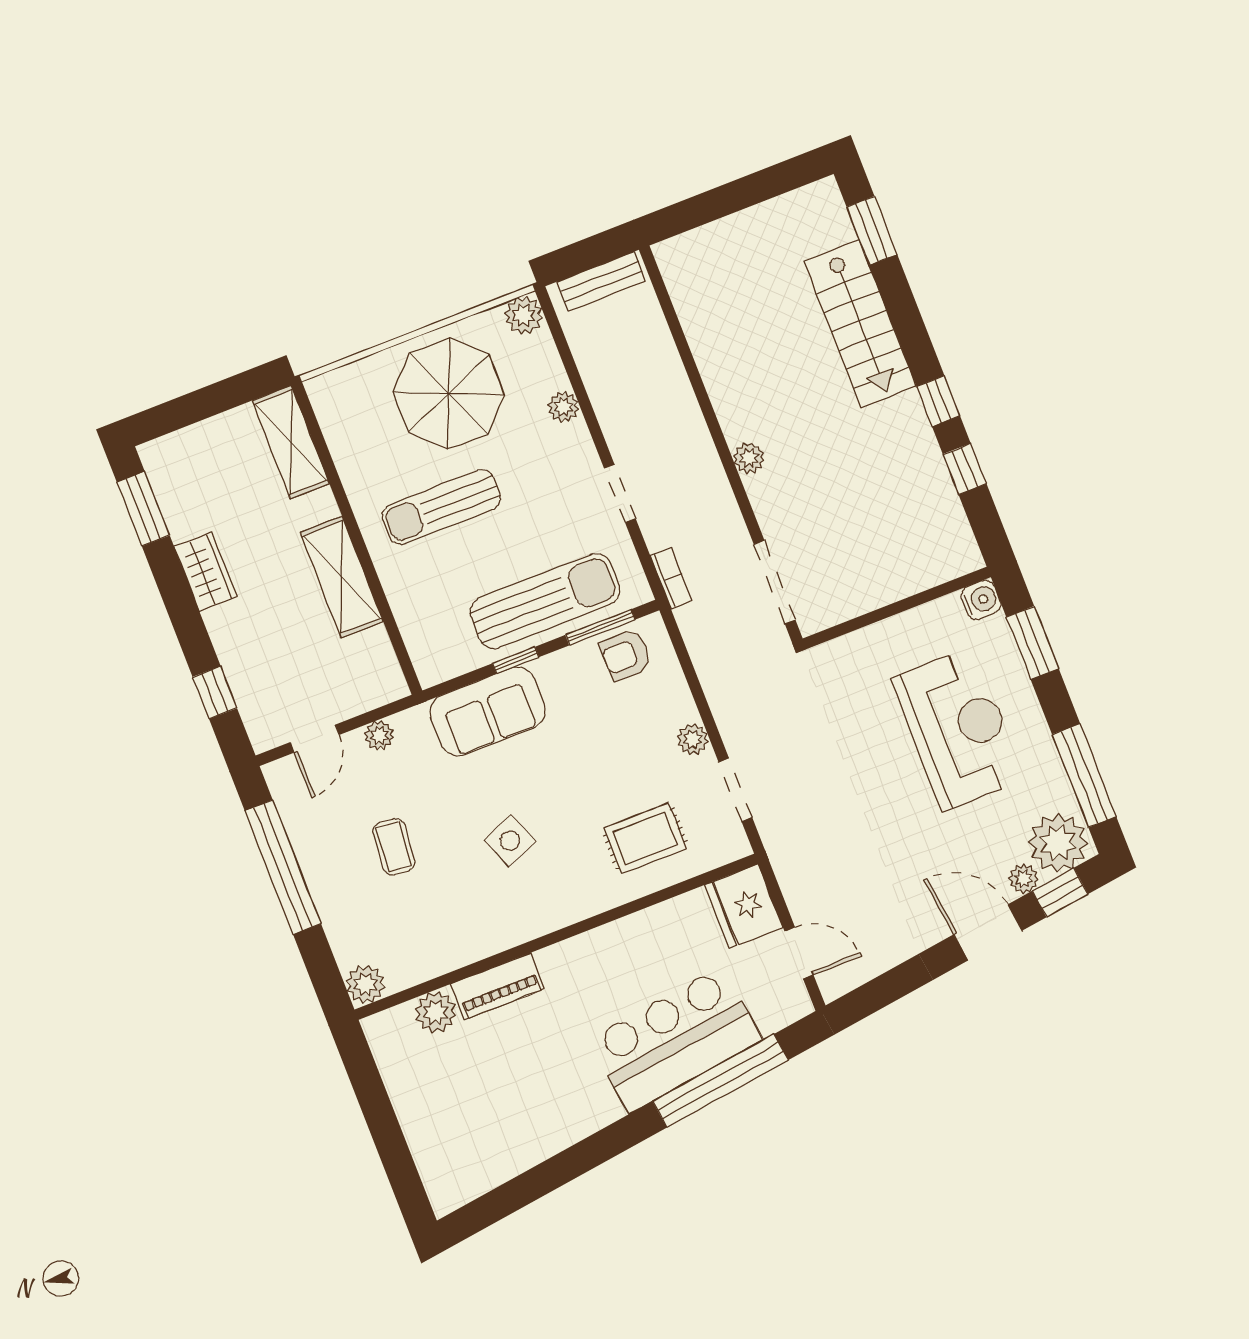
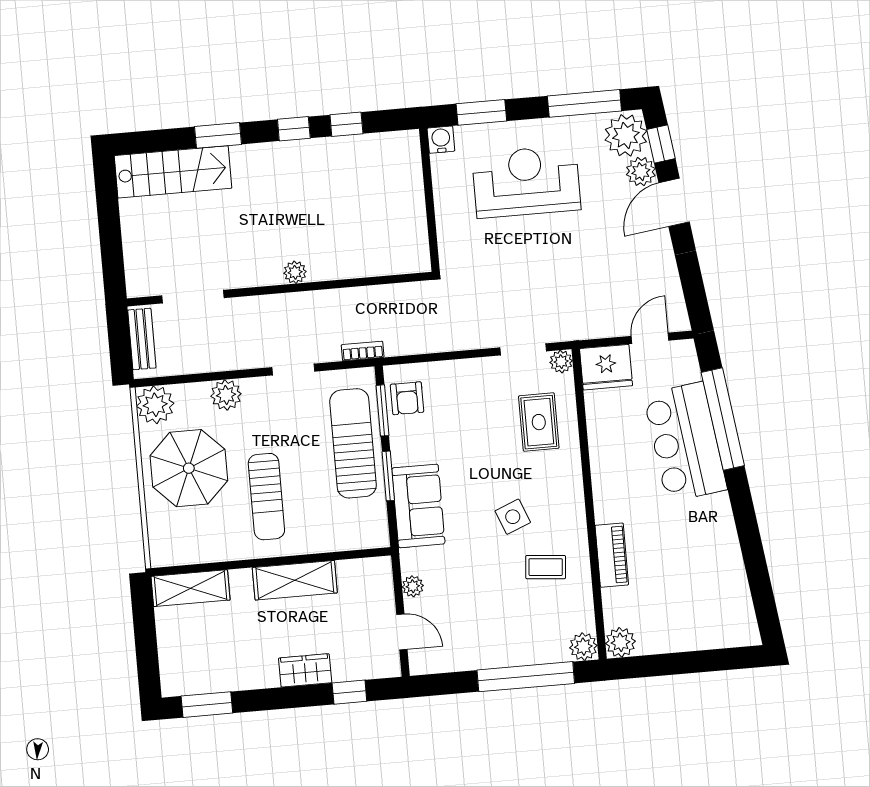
window: (872, 231) -> (218, 135), moved
plant: (524, 315) -> (155, 405), width x1.36, depth x1.36
stairs: (860, 324) -> (173, 172), moved
plant: (563, 407) -> (226, 395), width x1.38, depth x1.38
wardrobe: (205, 572) -> (305, 670), moved
doorway: (775, 582) -> (193, 297), moved
window: (516, 660) -> (388, 476), width x1.50
plant: (693, 739) -> (561, 362), moved
coffee table: (394, 847) -> (546, 567), moved
window: (283, 867) -> (526, 677), moved
plant: (1023, 879) -> (641, 172), width x1.38, depth x1.38
plant: (436, 1012) -> (621, 642), moved

